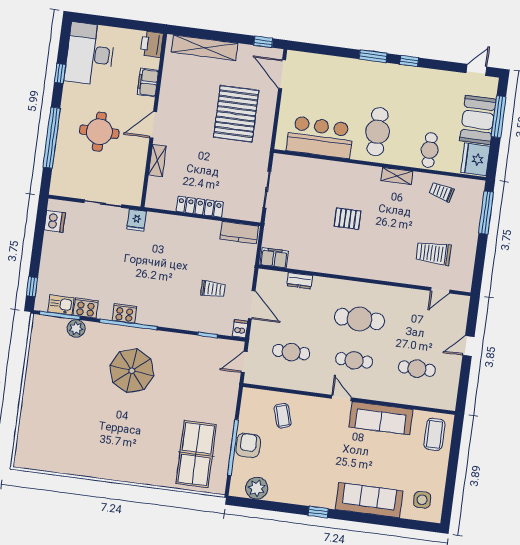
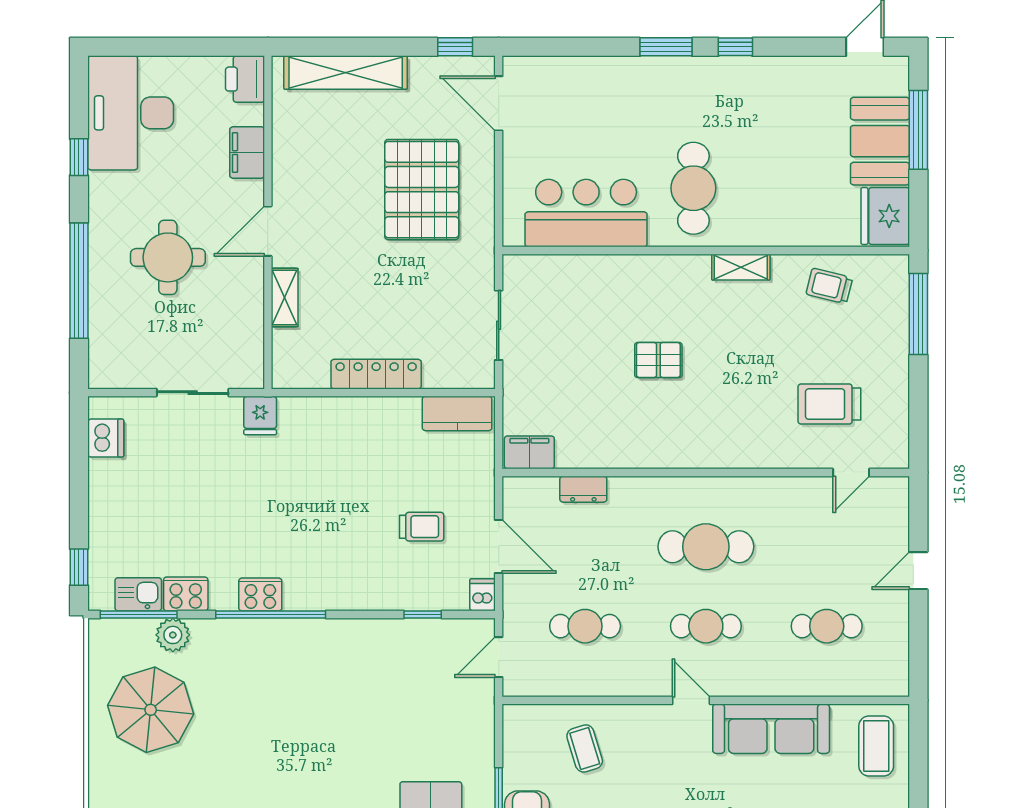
cafe table: (430, 150) -> (796, 210), removed
parasol: (132, 371) -> (151, 710), moved

